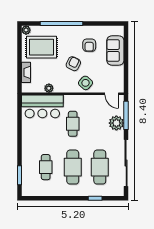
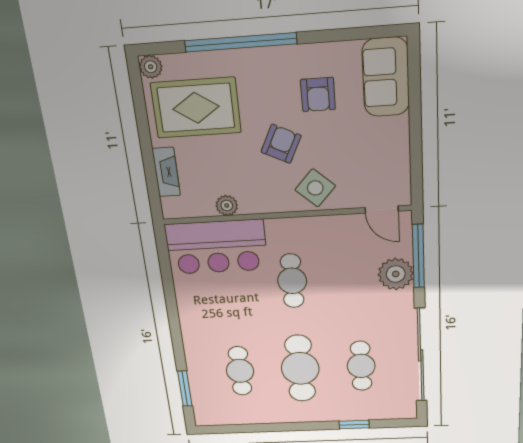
sofa: (115, 50) -> (386, 77), moved
cafe table: (100, 167) -> (361, 366), width x0.73, depth x0.74

